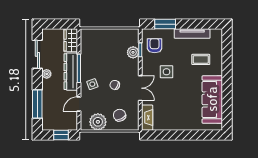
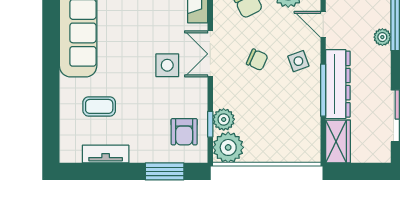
tv unit: (192, 34) -> (106, 154), width x0.71
plant: (131, 37) -> (228, 147), added
side table: (166, 72) -> (167, 65), moved
plant: (47, 74) -> (382, 37), moved
door: (79, 104) -> (323, 25), swing flipped

